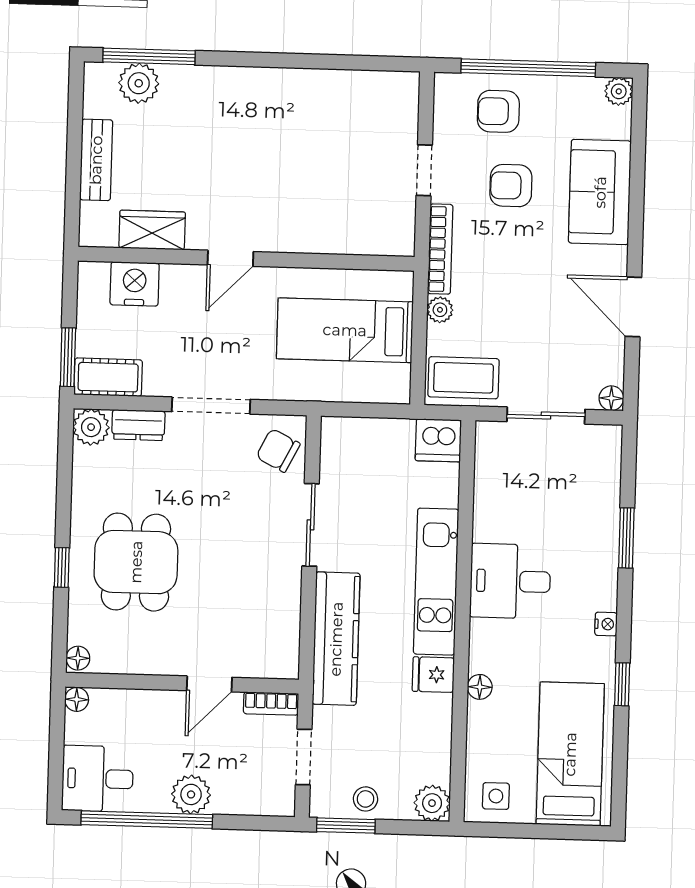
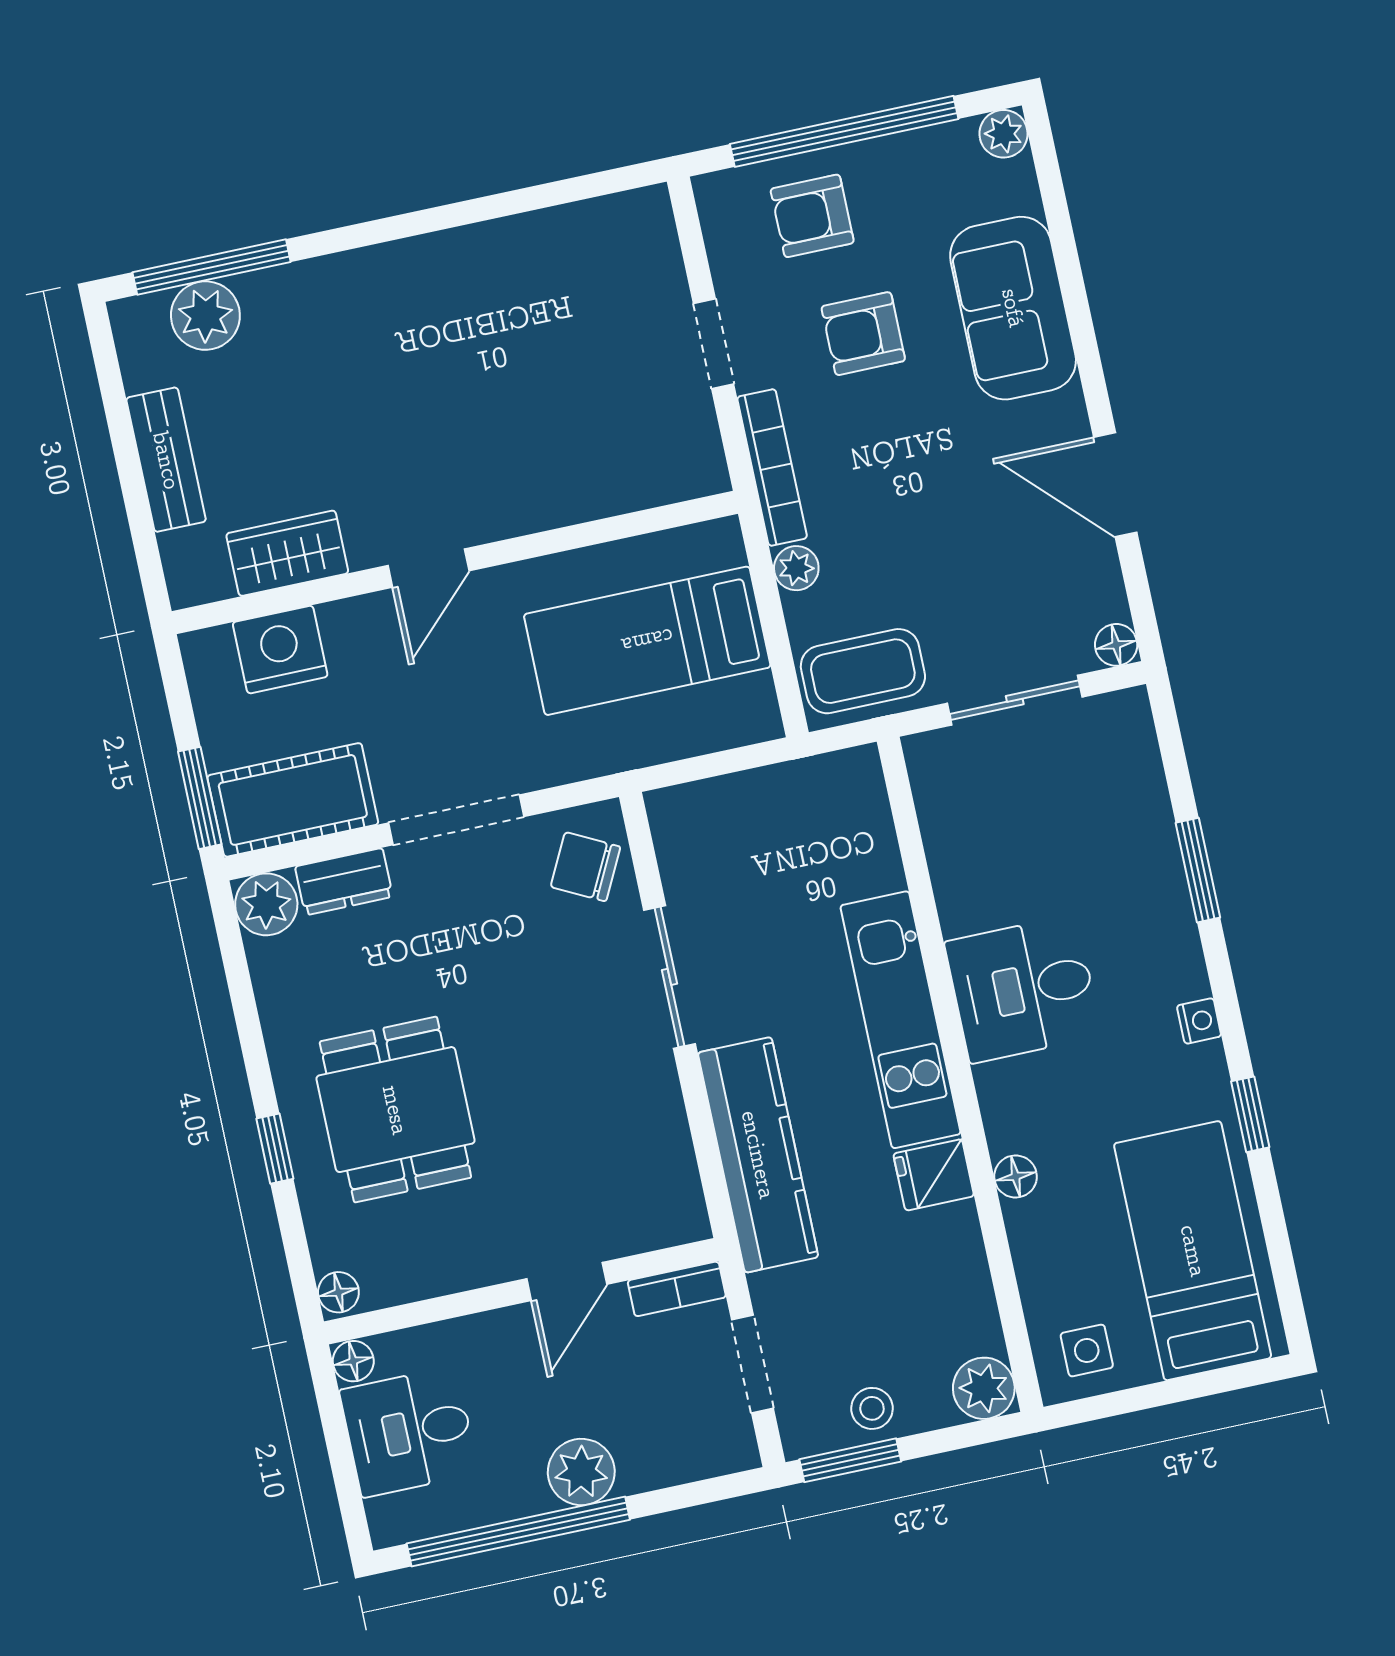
cot: (108, 377) -> (293, 800), width x1.37, depth x1.34
dishwasher: (438, 440) -> (847, 785), removed
desk: (98, 779) -> (409, 1432), moved

